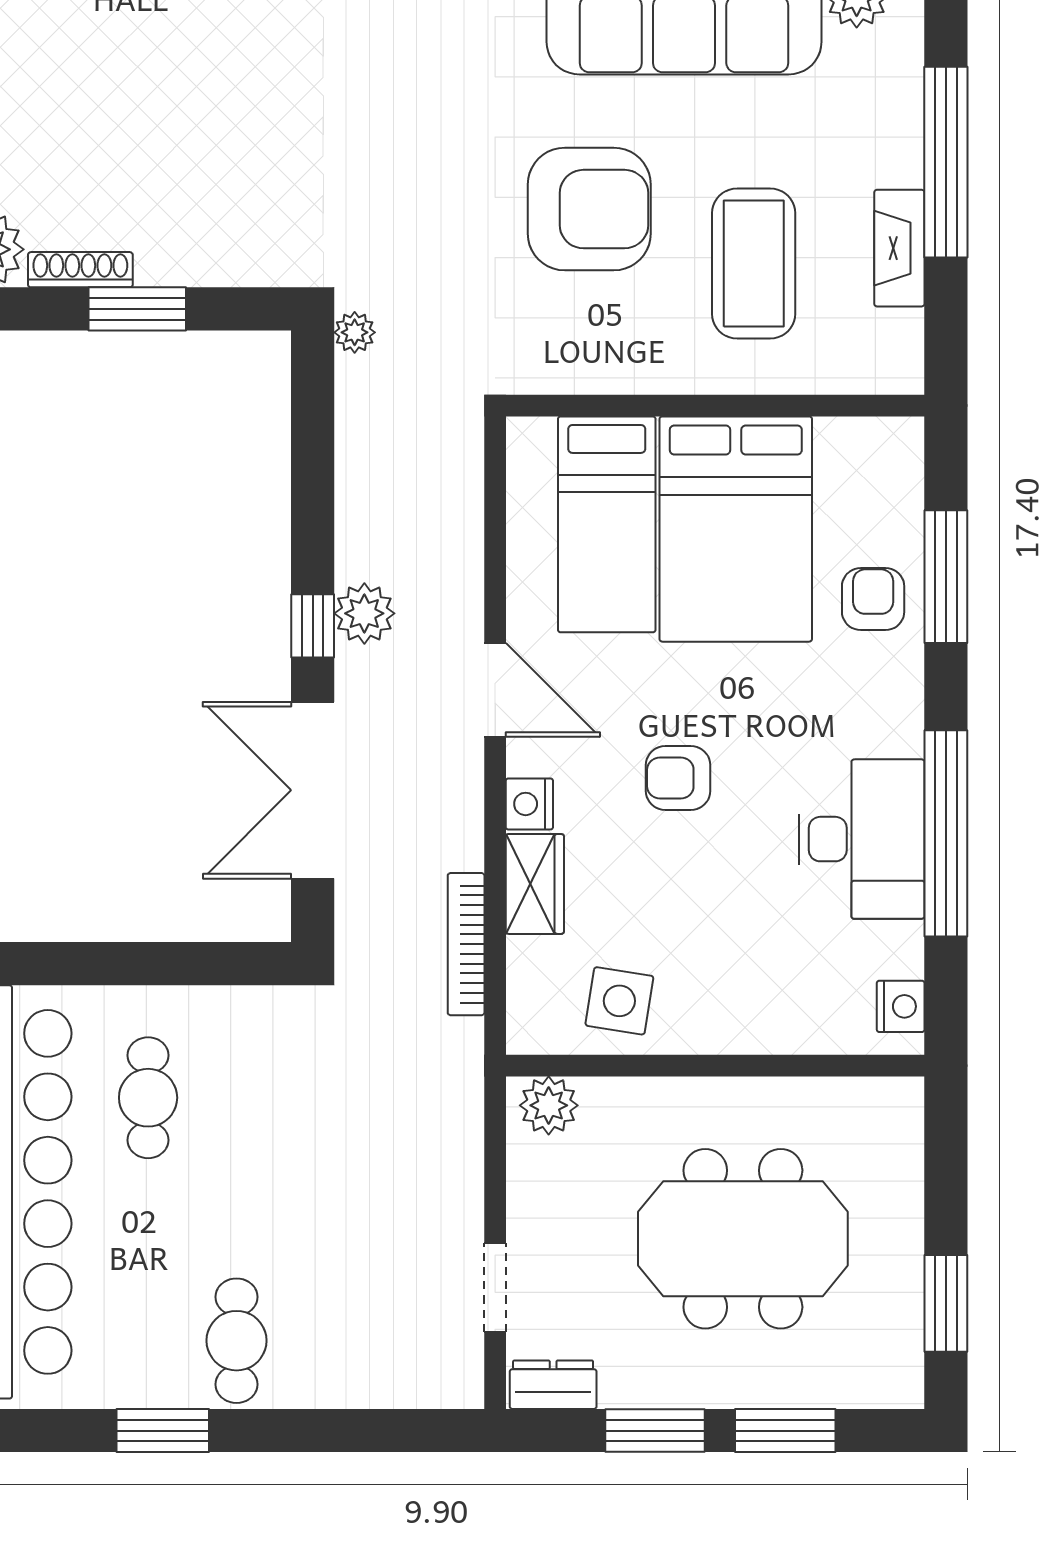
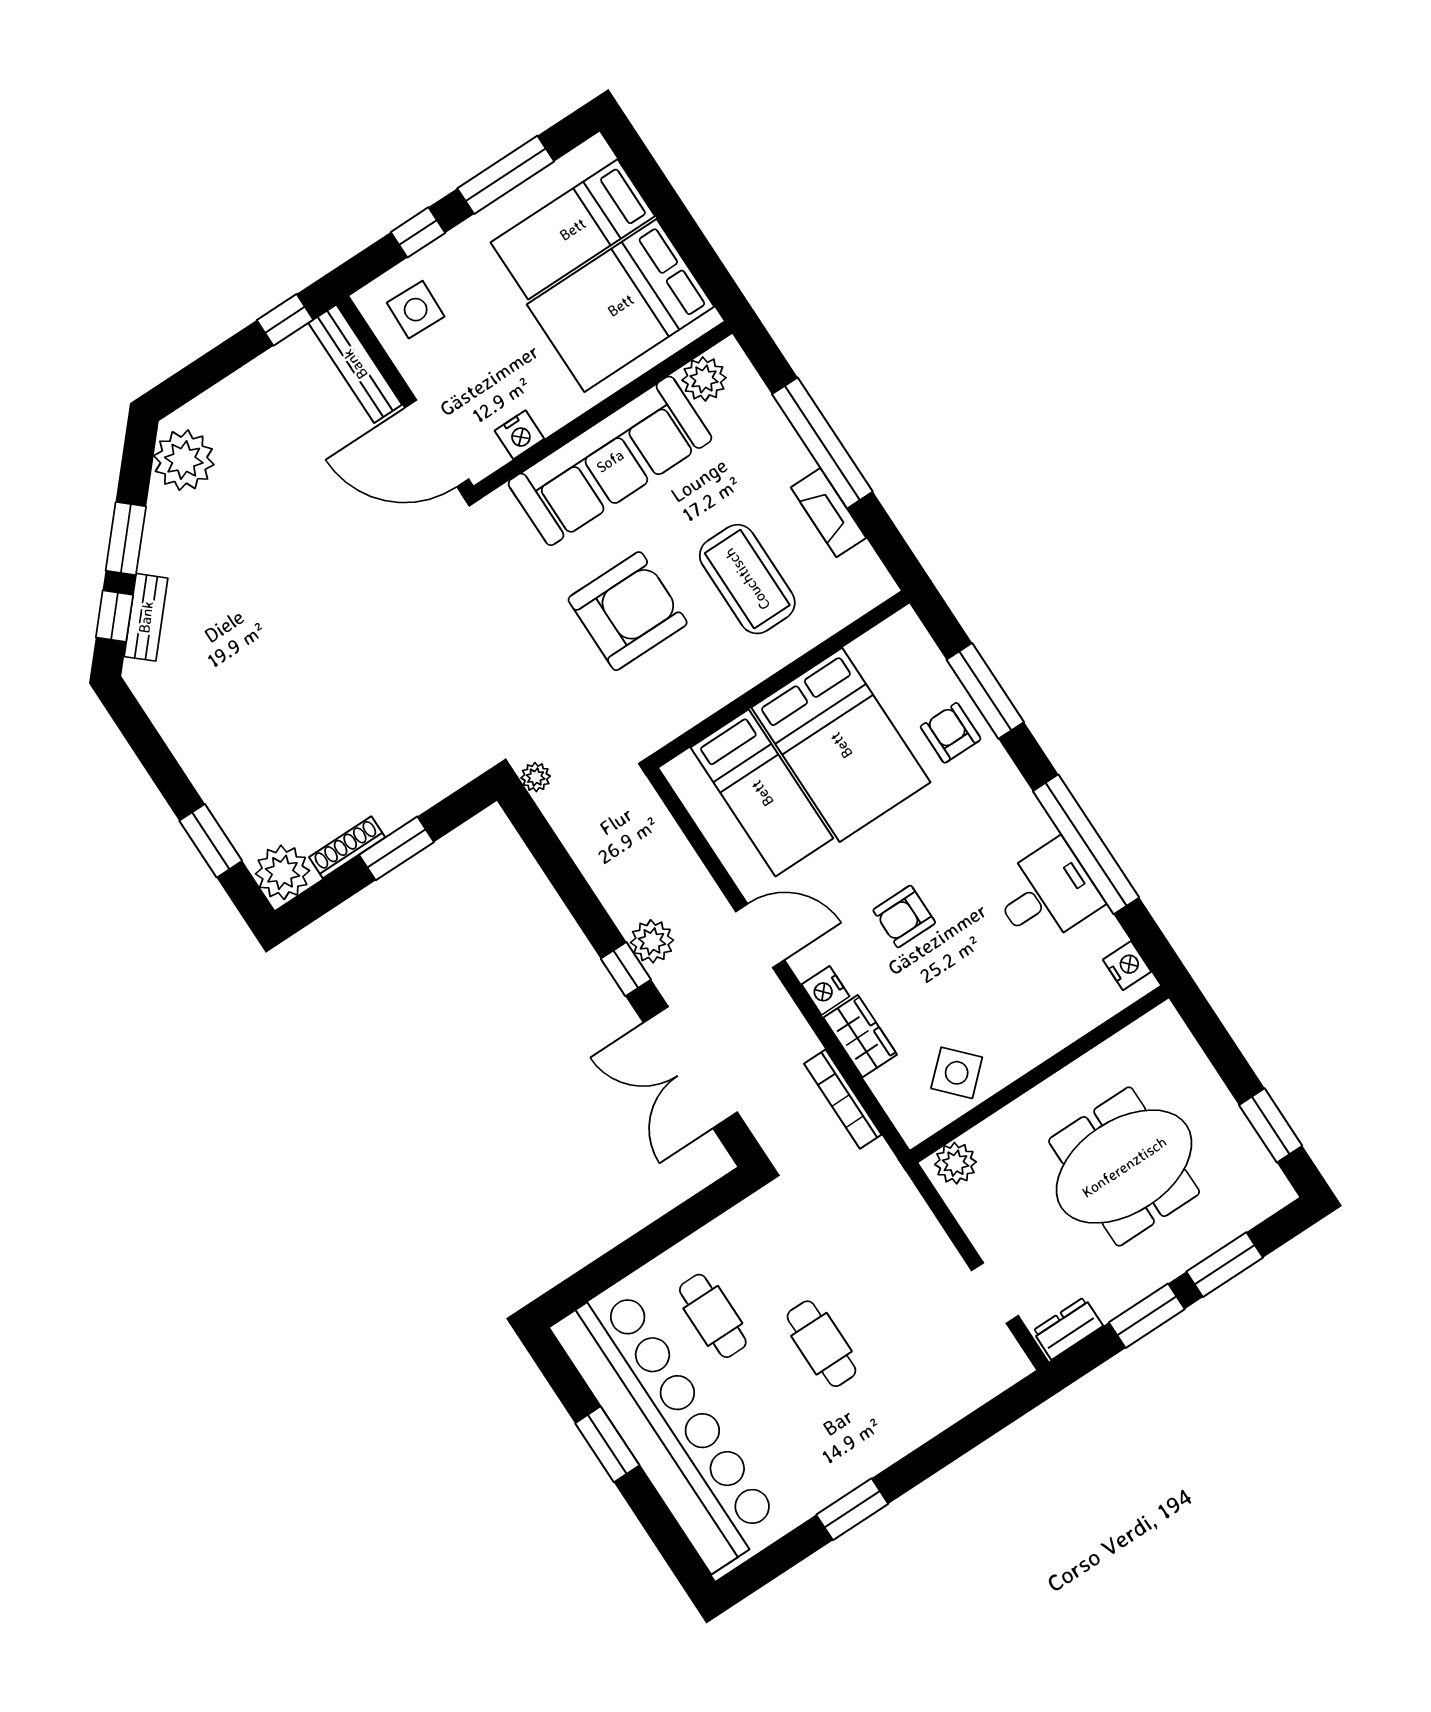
desk: (862, 839) -> (1046, 894), width x0.73
side table: (619, 1001) -> (957, 1073), turned 38
cafe table: (237, 1341) -> (821, 1344), moved

